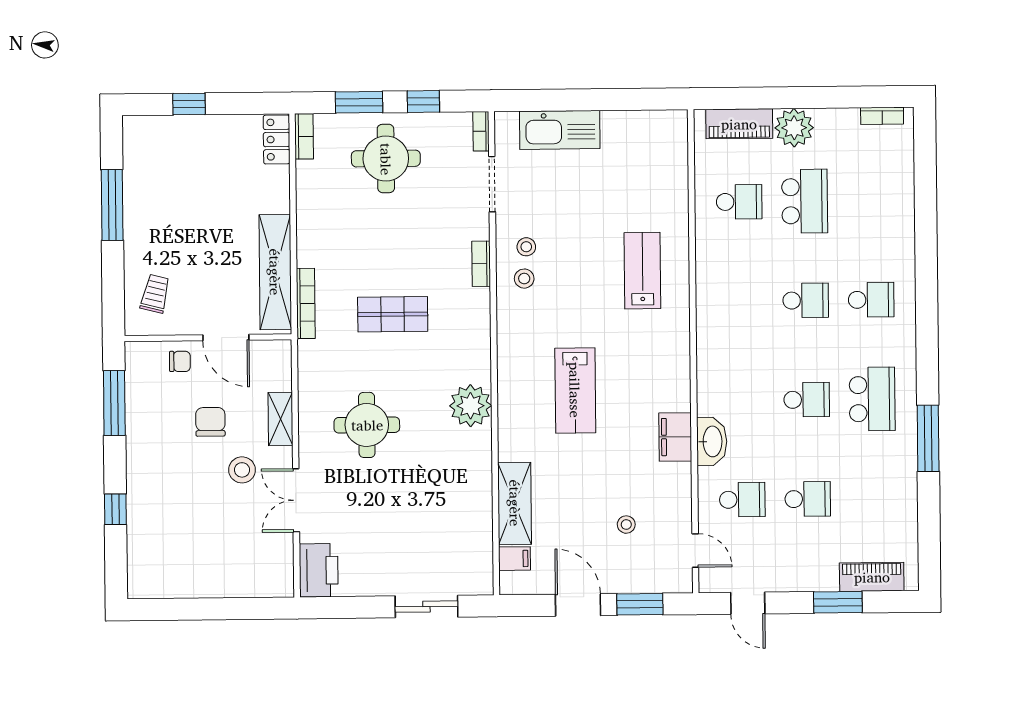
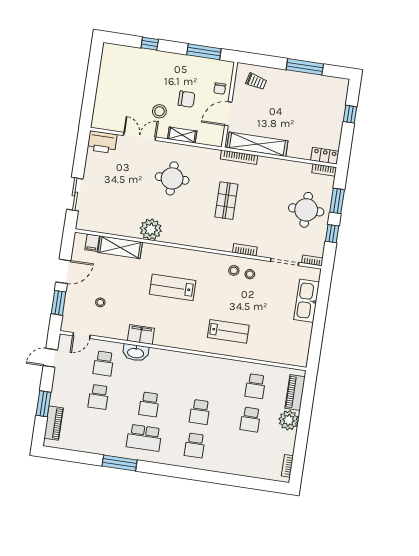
school desk: (805, 201) -> (250, 420), width x0.54
plant: (471, 406) -> (151, 229), moved

